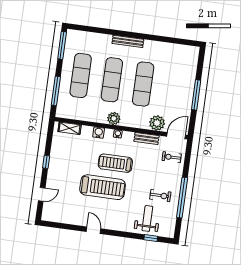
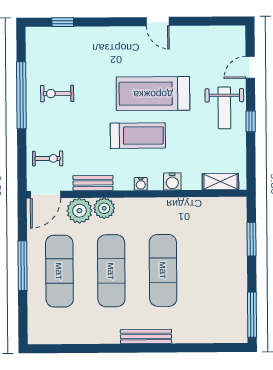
exercise mat: (81, 75) -> (59, 271), moved
window: (56, 91) -> (251, 239), width x0.69
plant: (114, 118) -> (104, 208), moved
weight bench: (147, 218) -> (224, 108), moved

